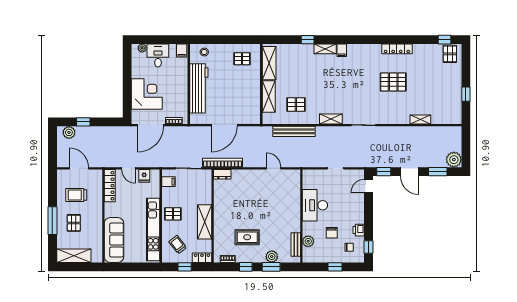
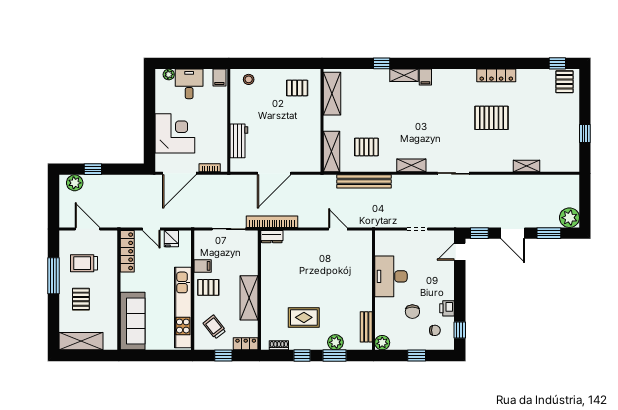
workbench: (199, 88) -> (239, 141), width x0.53, depth x0.76
shelving: (269, 97) -> (332, 152), moved
filing cabinet: (168, 182) -> (203, 266), moved
window: (52, 221) -> (54, 276), moved
plant: (308, 241) -> (382, 343), moved

